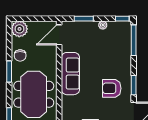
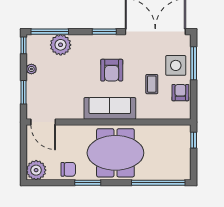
plant: (123, 49) -> (61, 45), added
sofa: (70, 74) -> (110, 108), moved
armchair: (112, 88) -> (112, 70), moved

